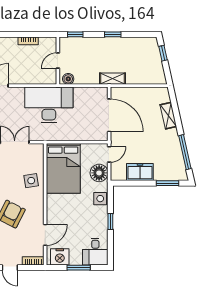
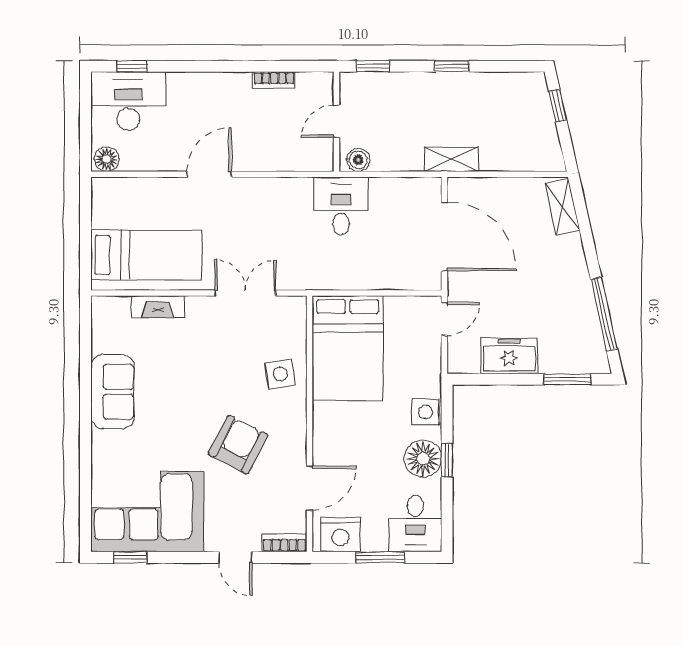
desk: (49, 105) -> (341, 206), width x0.53, depth x0.77
shelving: (168, 116) -> (562, 206), moved
floor lamp: (99, 173) -> (423, 459), moved

